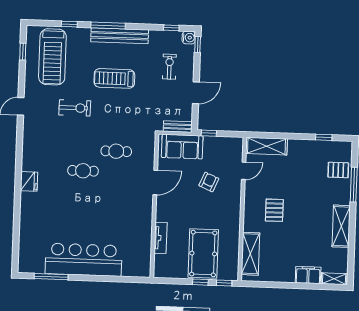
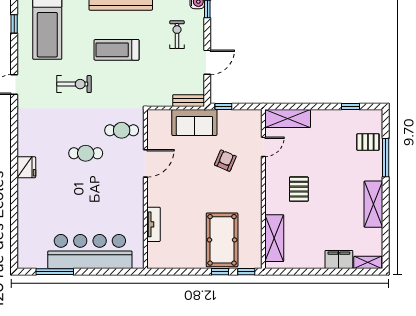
door: (155, 182) -> (145, 163), moved
wall: (154, 206) -> (145, 189), moved
tv unit: (161, 238) -> (153, 224), moved

